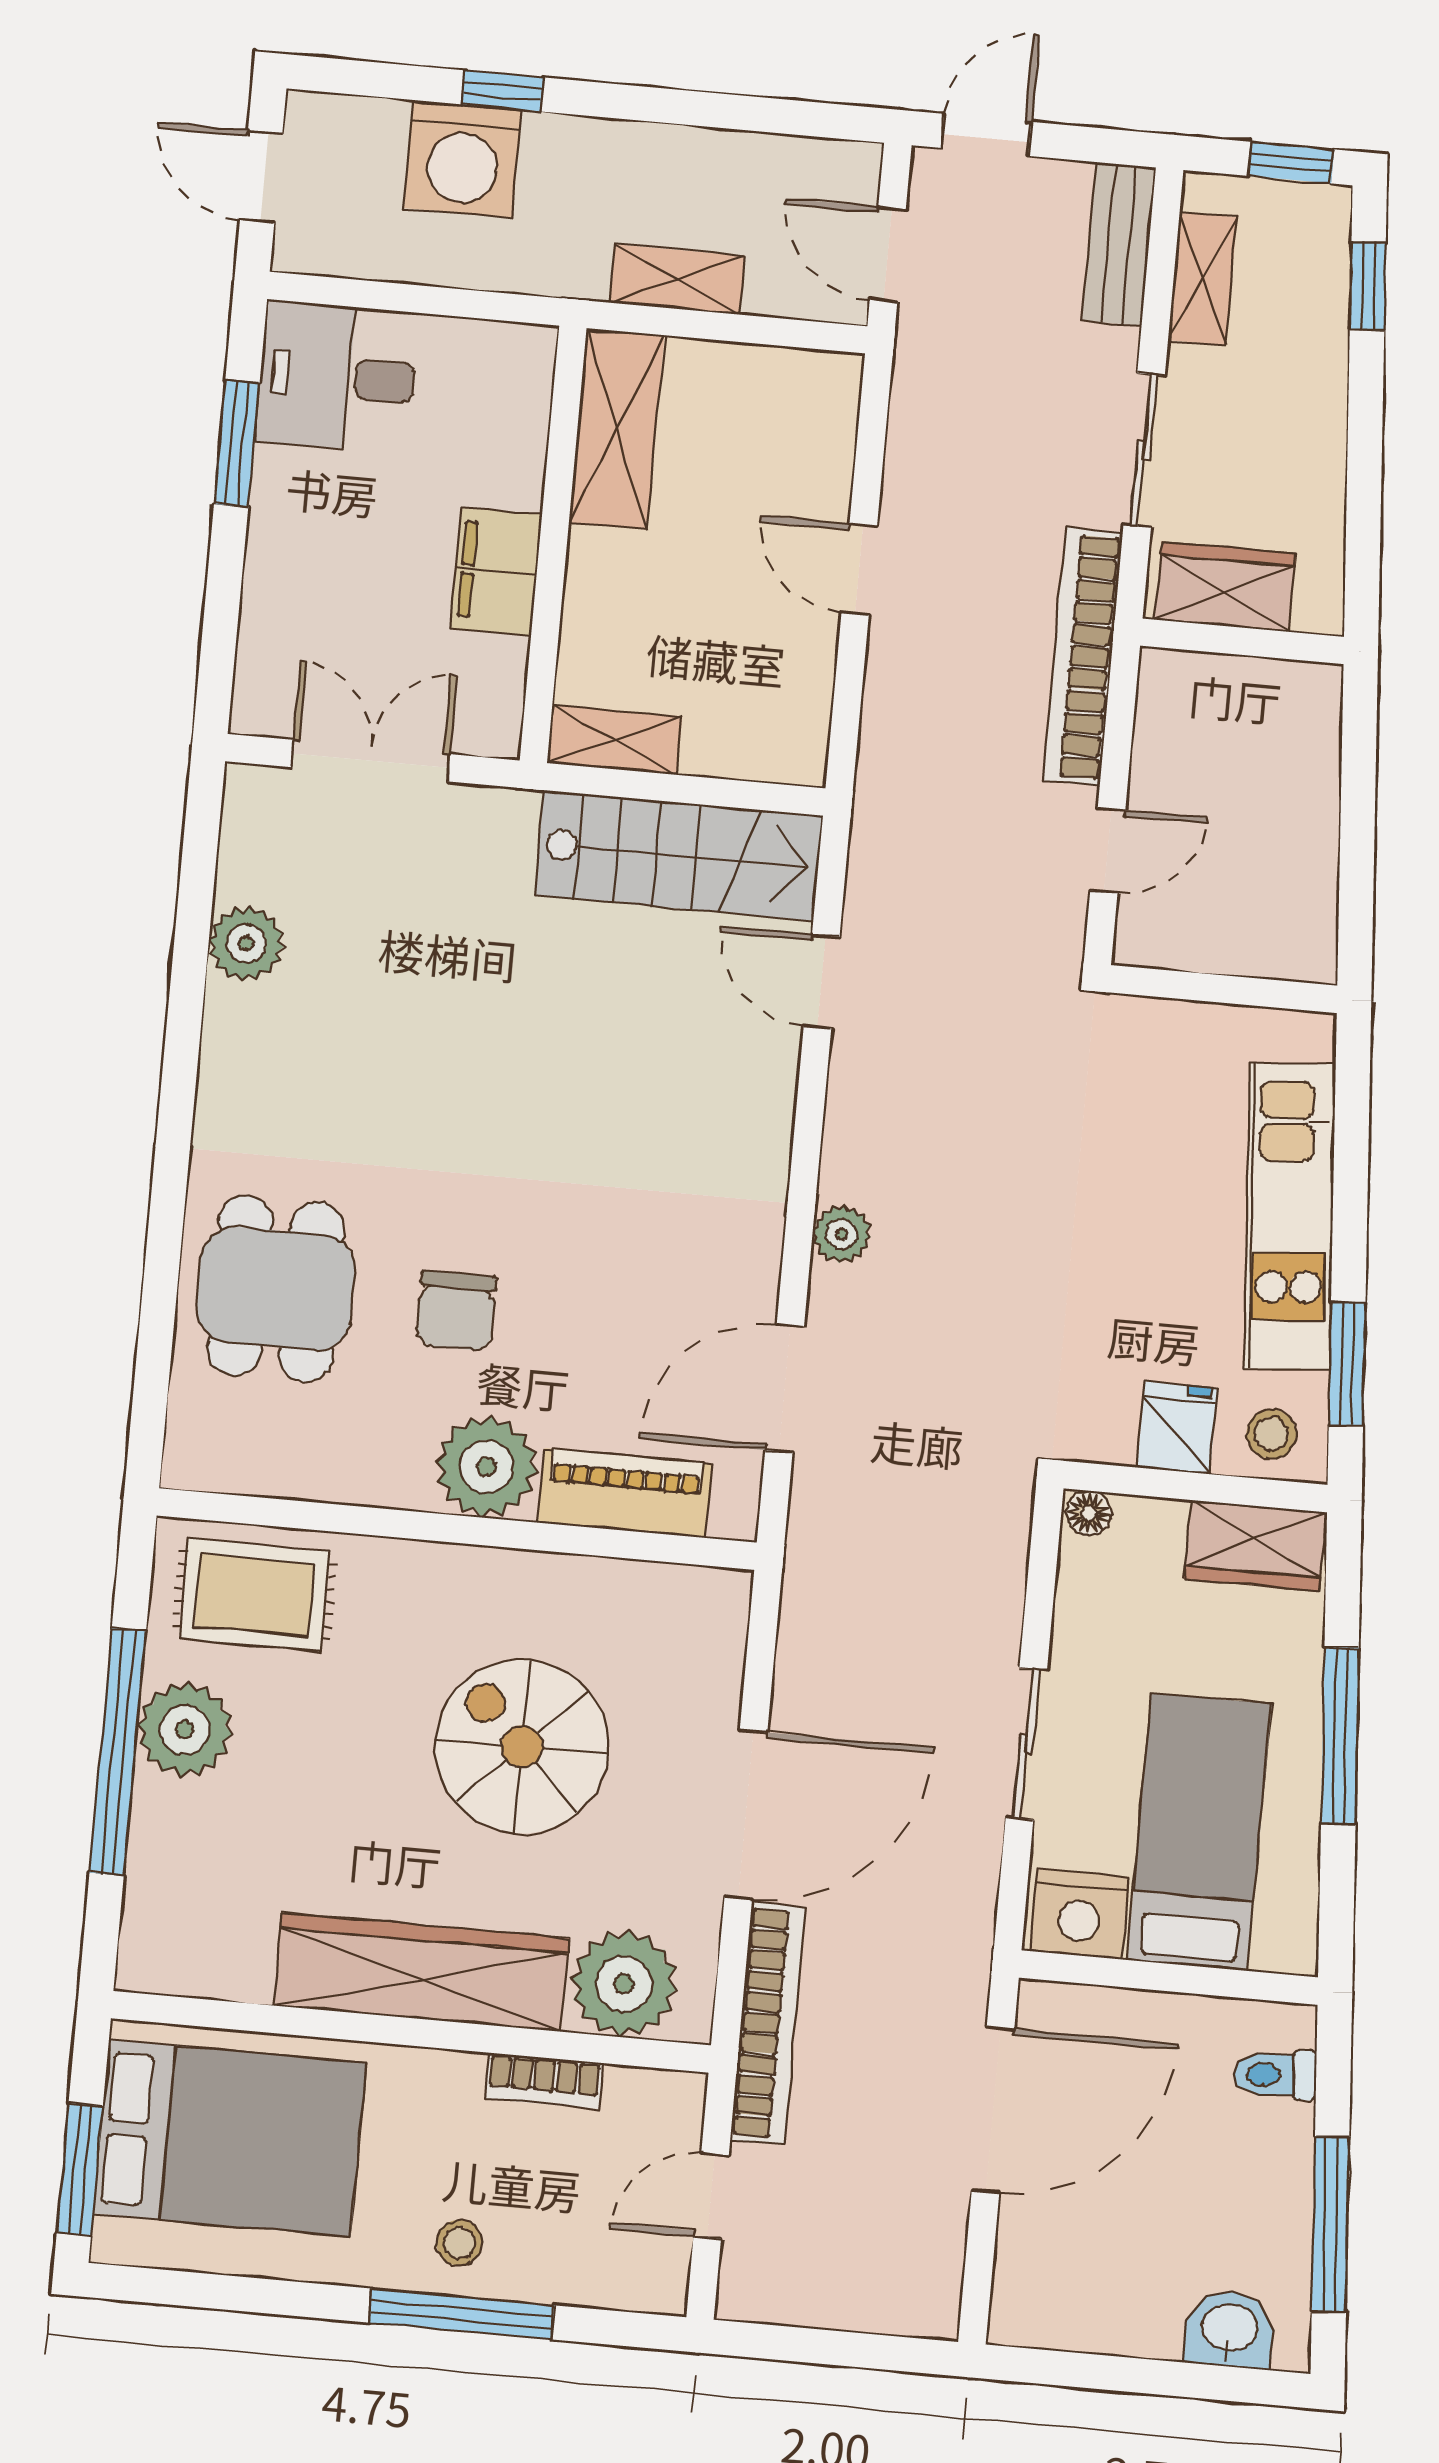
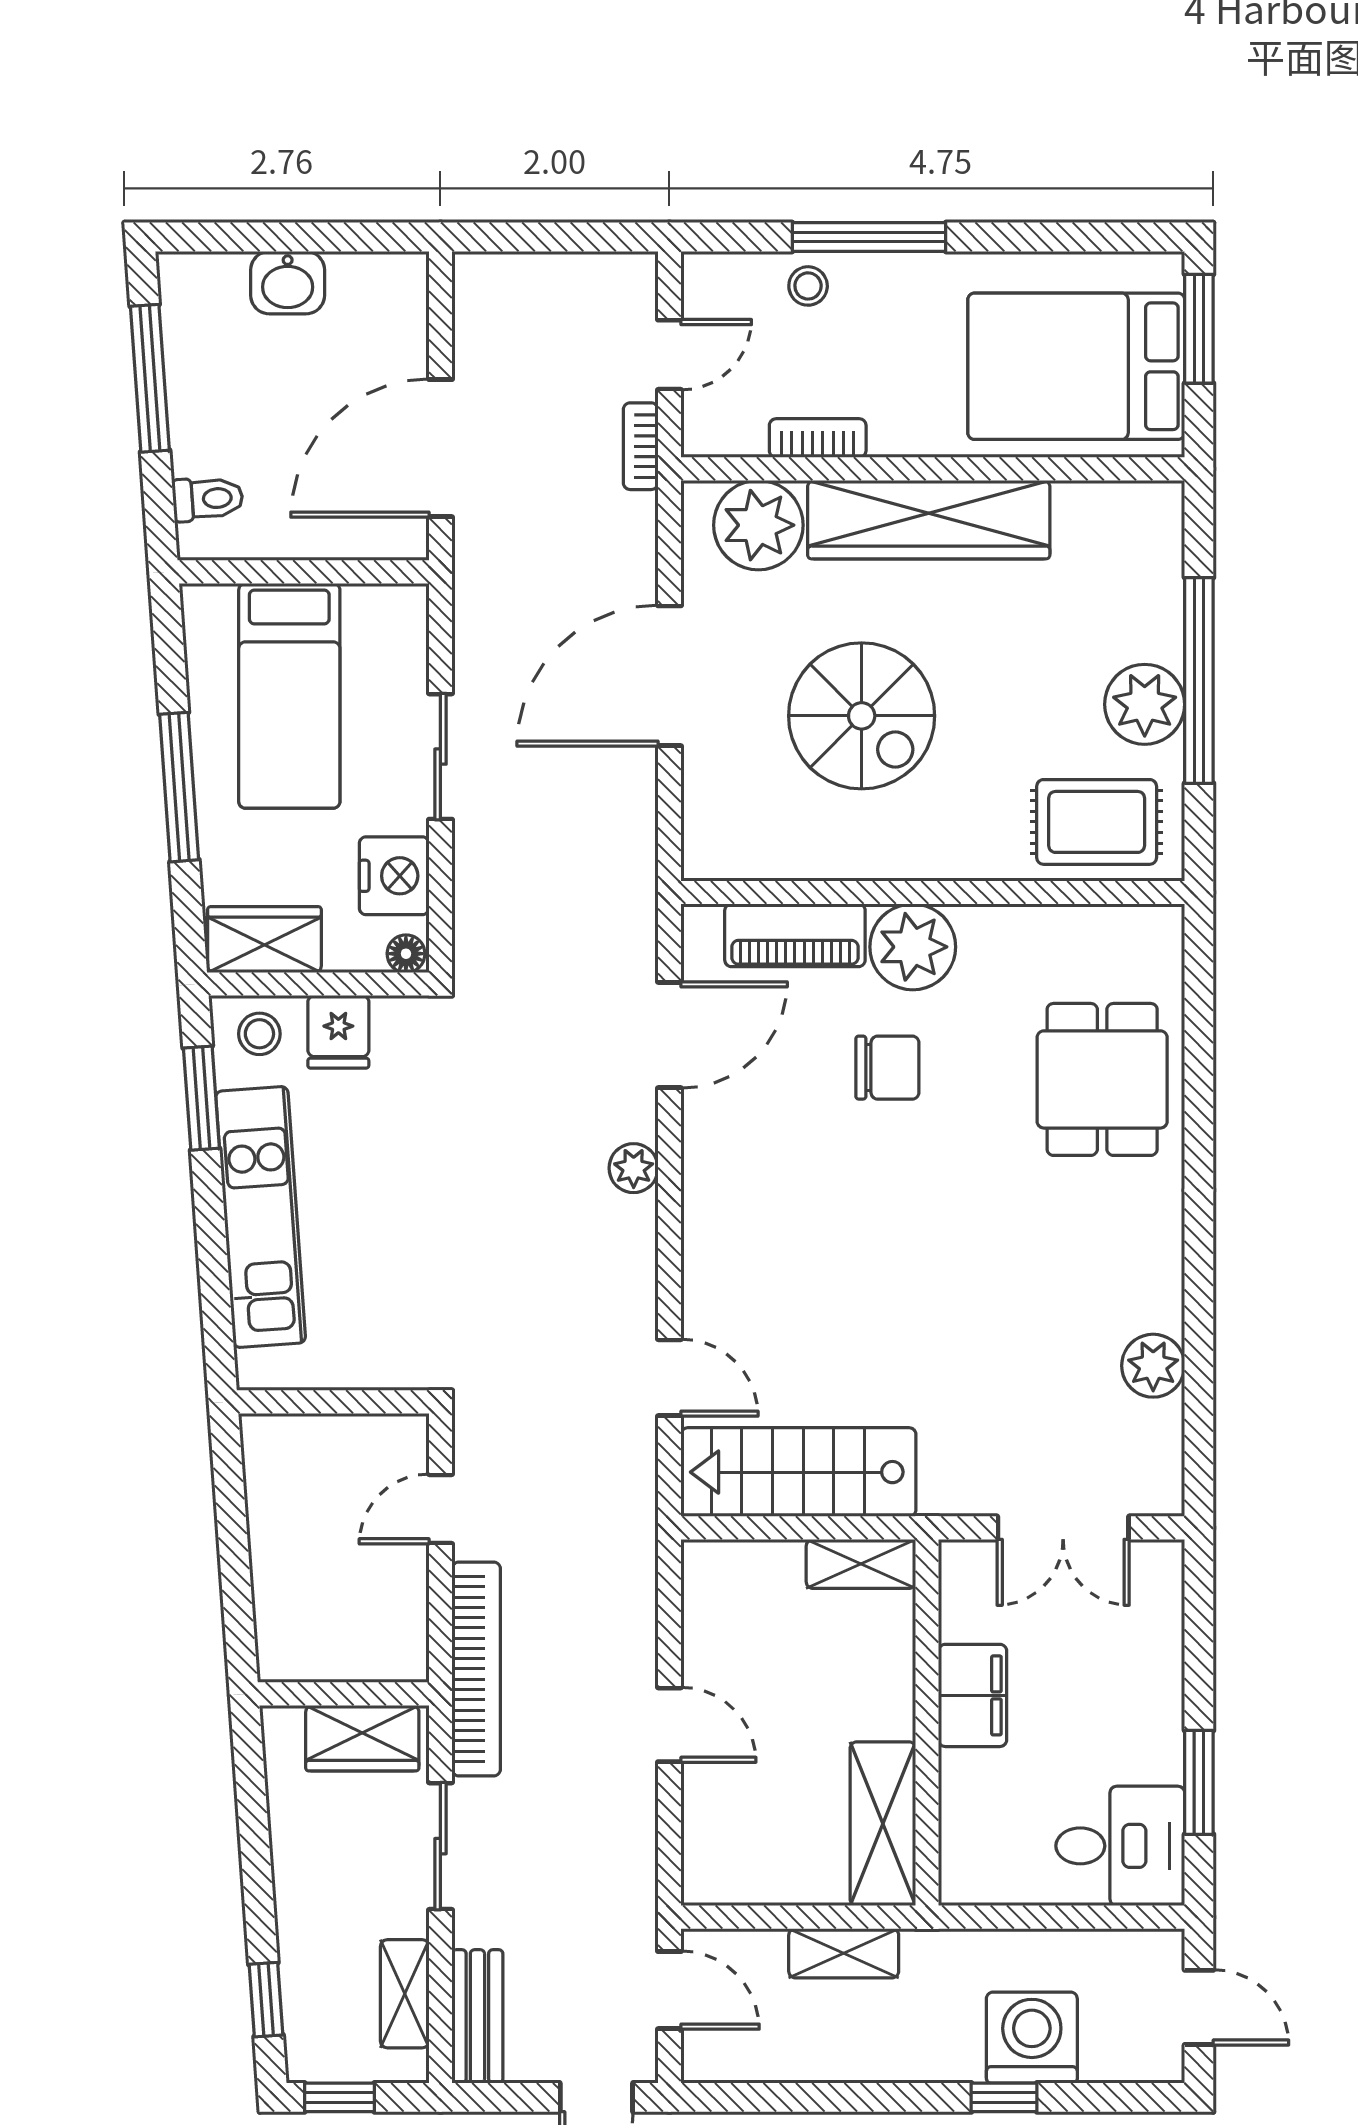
chair: (456, 1311) -> (887, 1068), moved, turned 90
nightstand: (1079, 1914) -> (394, 876), moved, turned 90
bookcase: (768, 2023) -> (641, 446), width x0.43, depth x0.76
stool: (459, 2243) -> (808, 286), moved
washbasin: (1229, 2329) -> (288, 283), moved

